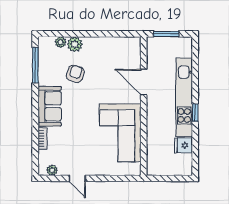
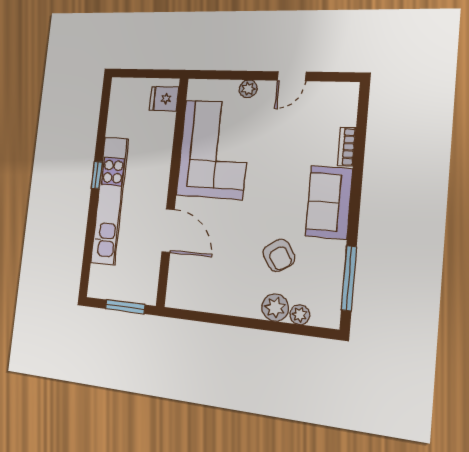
armchair: (75, 74) -> (279, 255), turned -53
fridge: (183, 145) -> (164, 99), moved, turned 180
plant: (52, 170) -> (248, 89), moved
door: (77, 178) -> (292, 76), swing flipped

